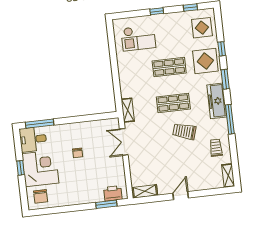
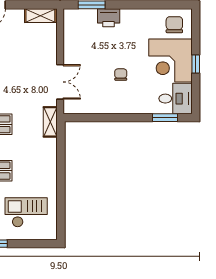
window: (40, 124) -> (165, 118), width x0.69
printer: (113, 193) -> (109, 18), moved

